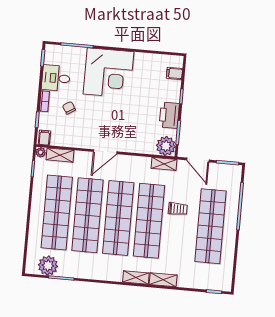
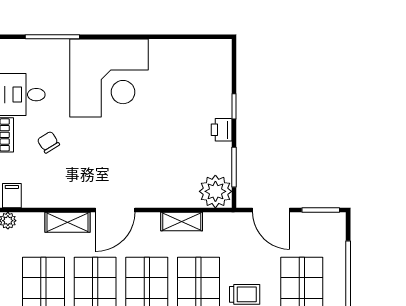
filing cabinet: (174, 73) -> (219, 69), removed
printer: (169, 115) -> (222, 130), width x0.53, depth x0.68
shelving: (60, 155) -> (68, 222), moved
shelving: (164, 164) -> (182, 222), moved

